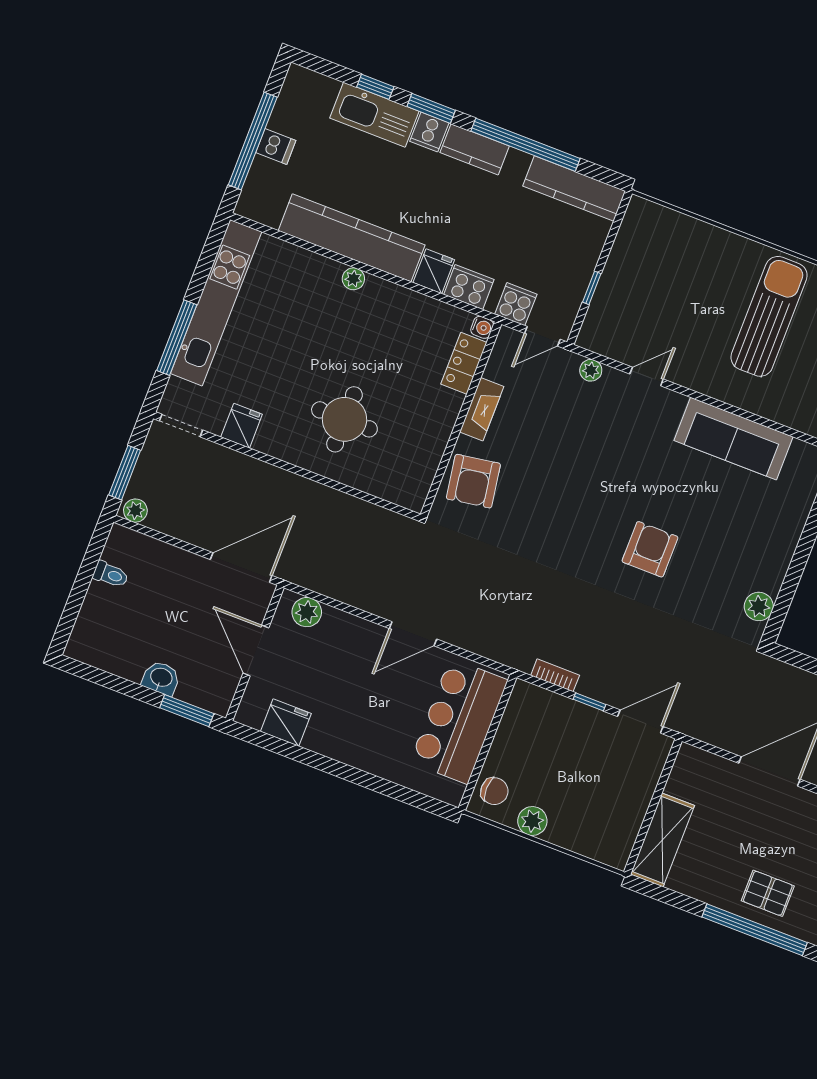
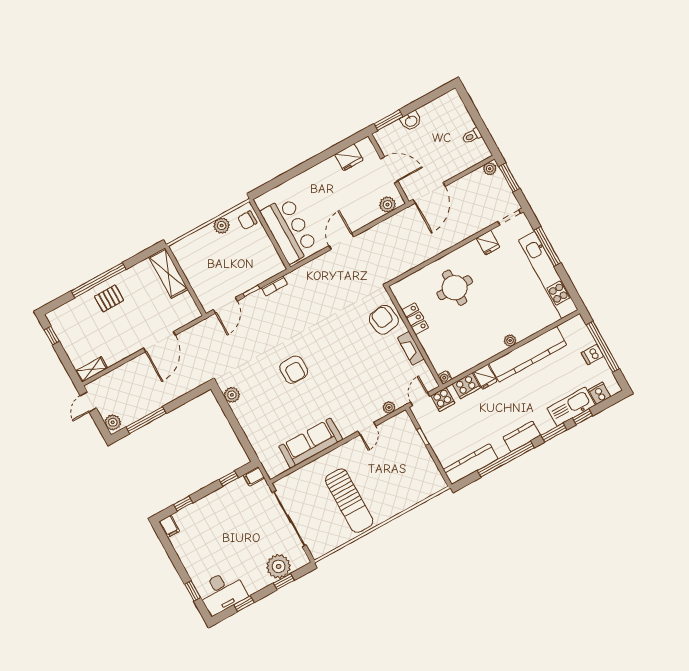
cooker: (429, 132) -> (600, 393), moved
locker: (464, 363) -> (415, 319), moved

